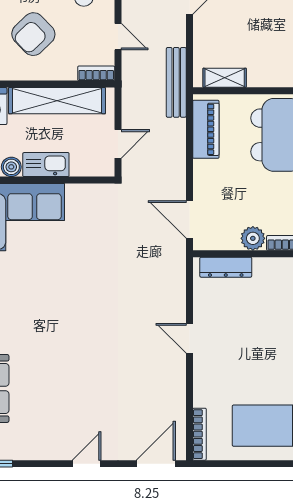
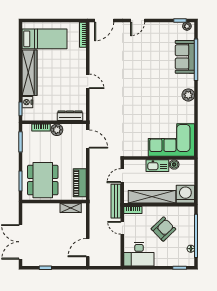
bench: (176, 82) -> (116, 201), moved

